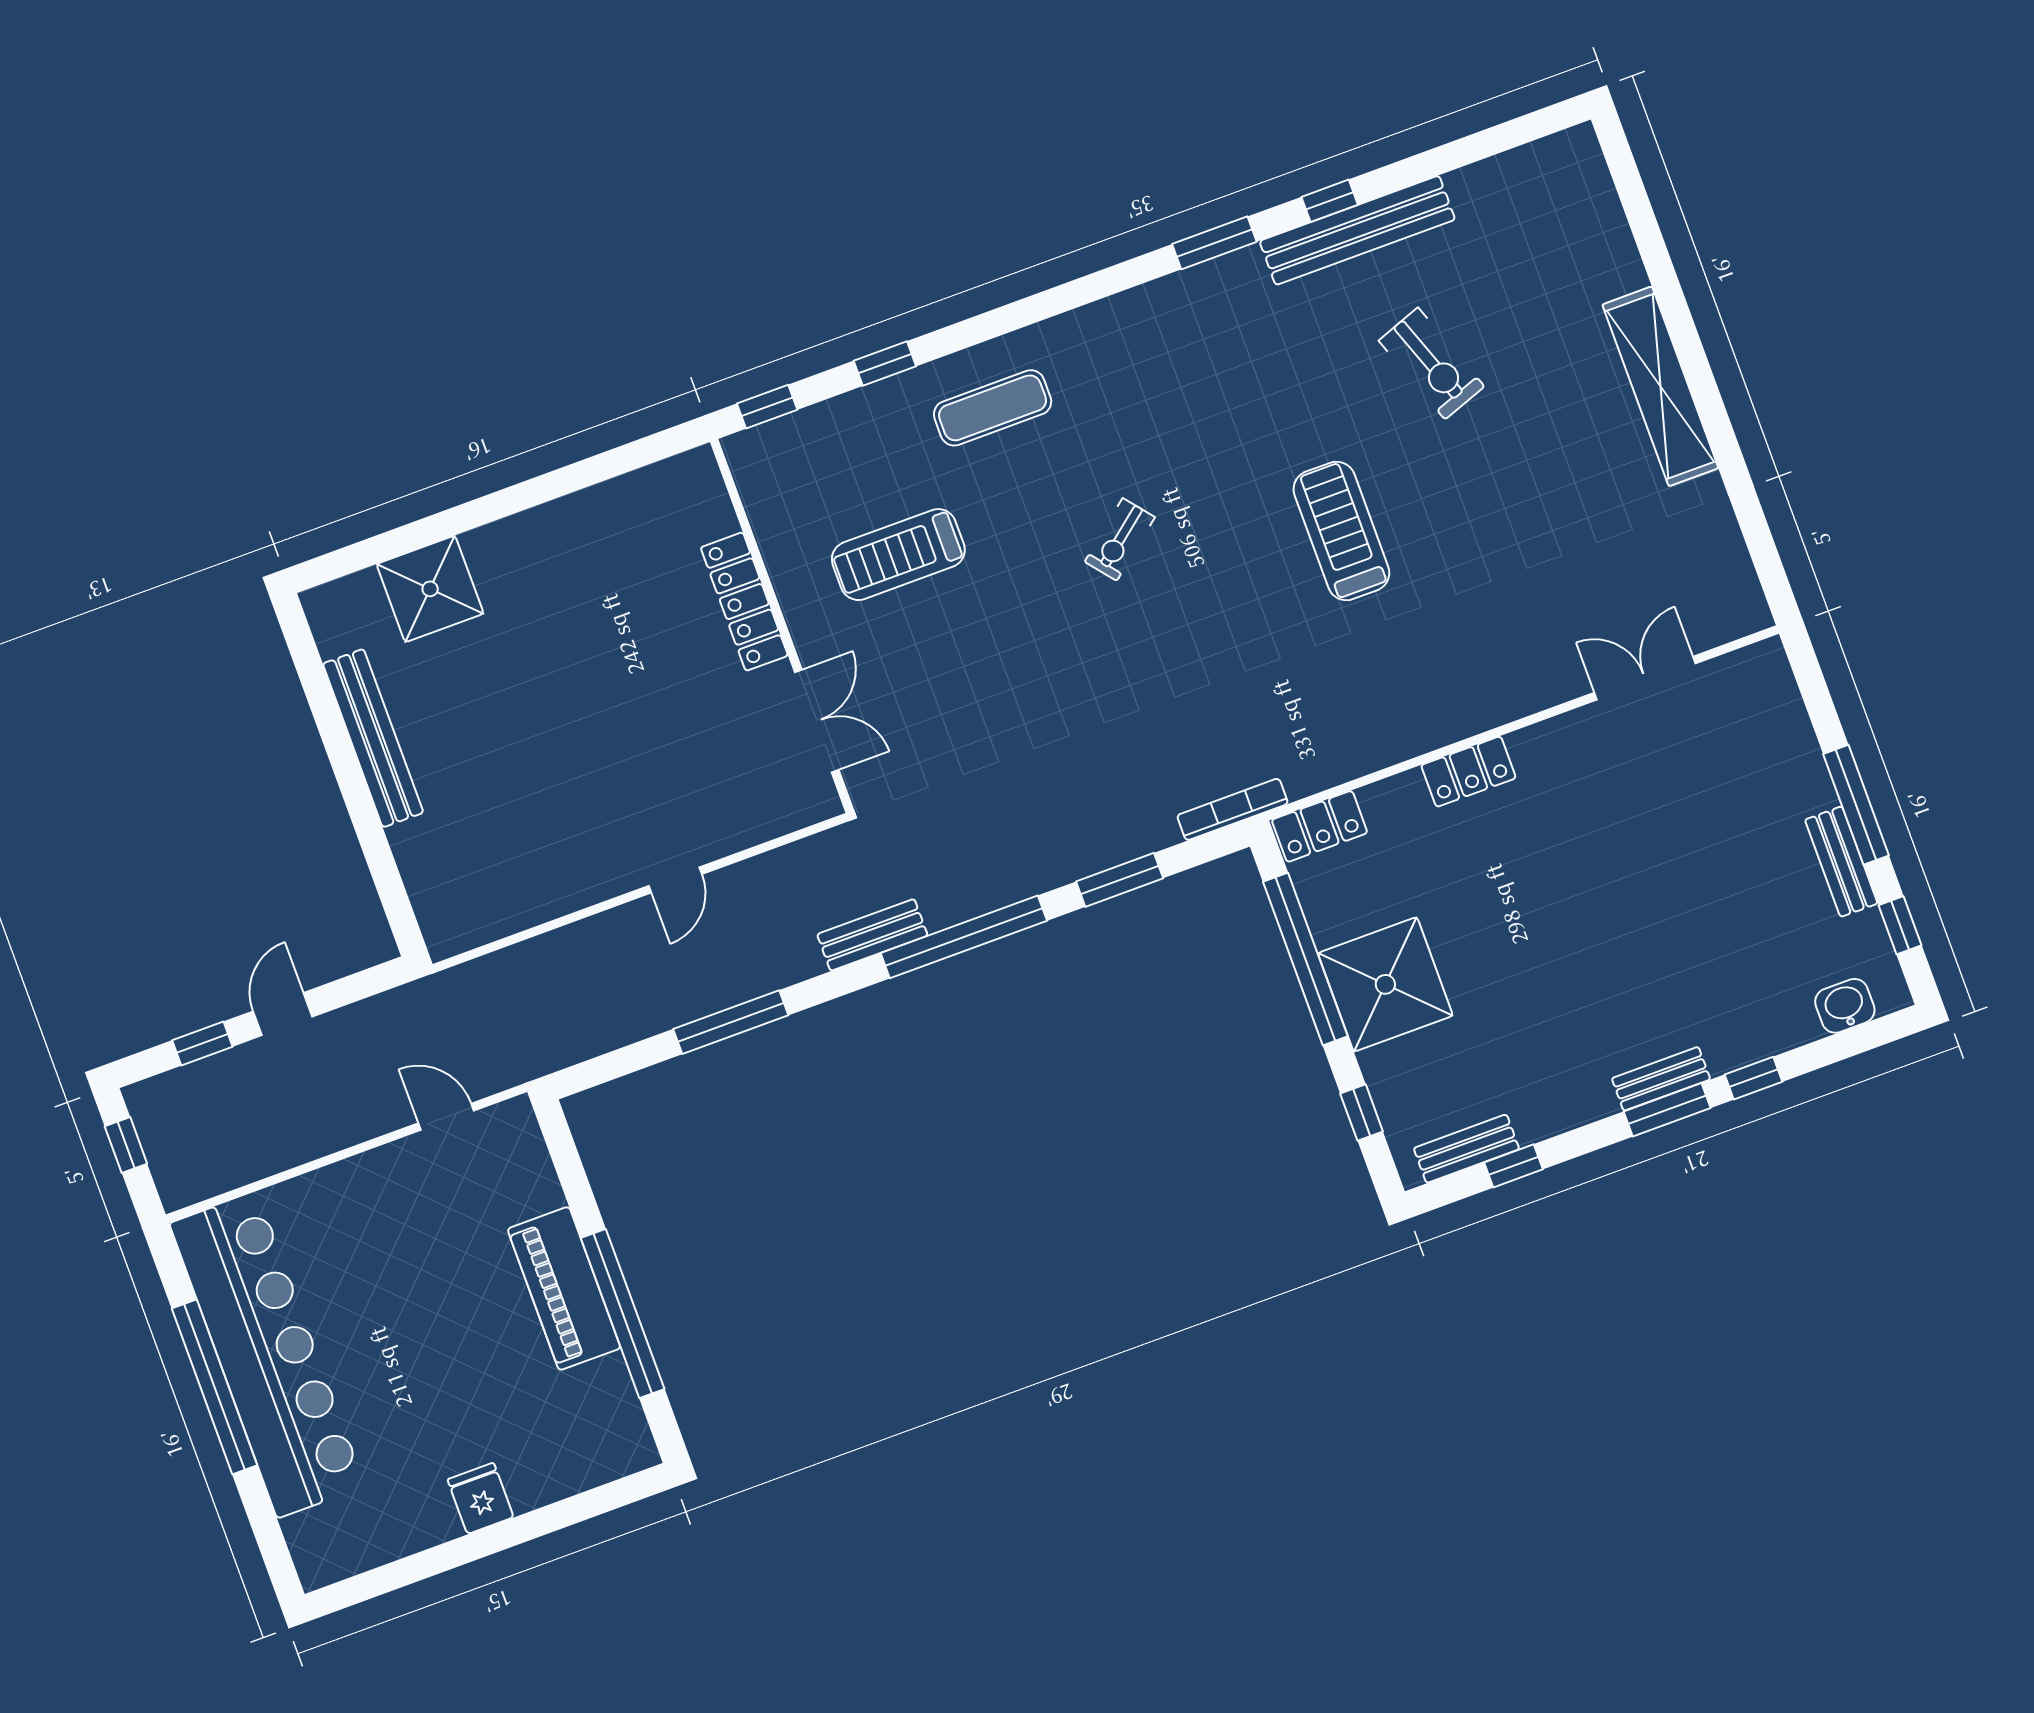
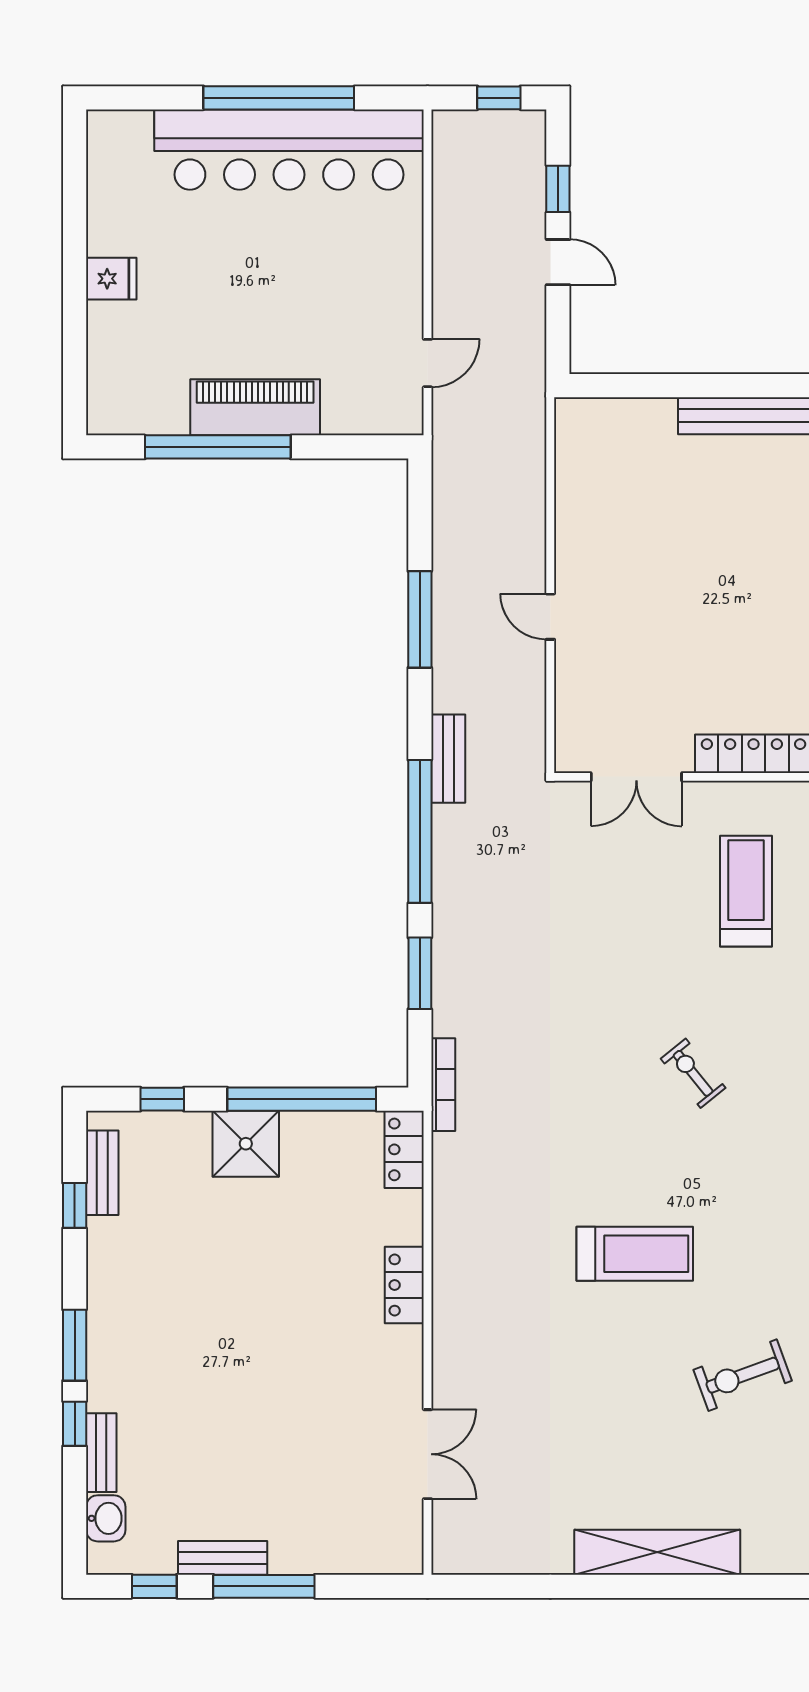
shower: (1385, 984) -> (246, 1144), width x0.73, depth x0.73
bench: (1661, 1079) -> (101, 1453), moved

